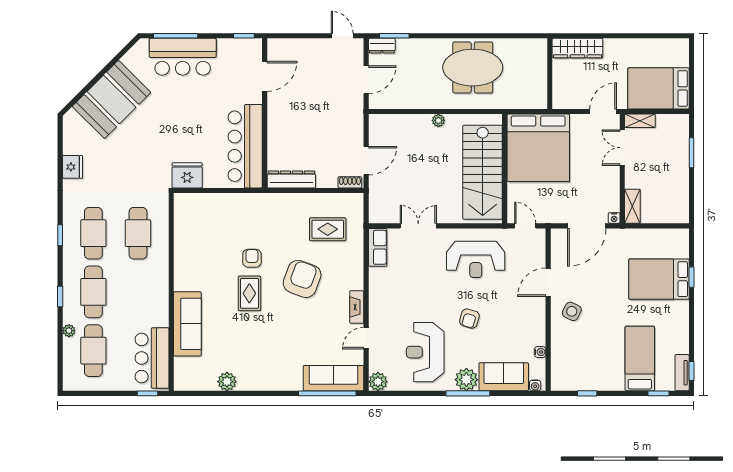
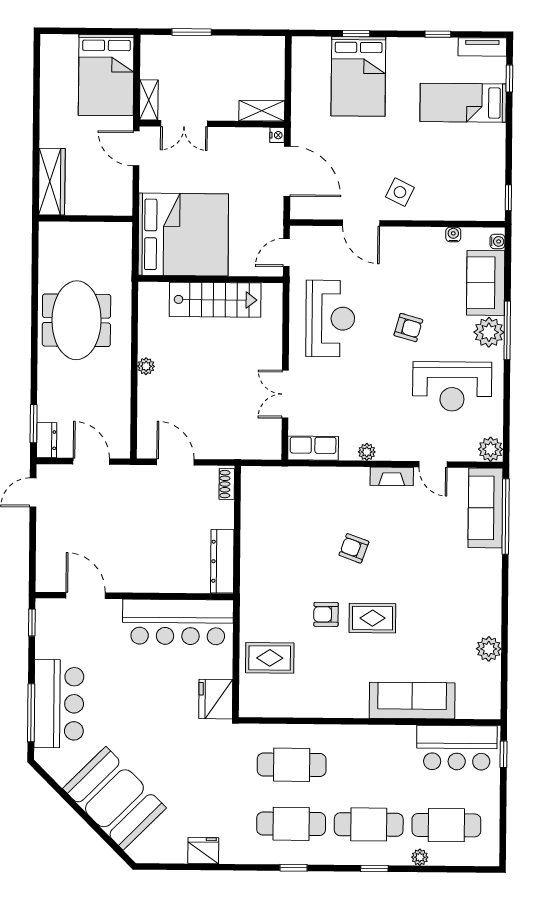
door: (366, 161) -> (175, 462), moved
stairs: (483, 172) -> (215, 300), width x0.73, depth x0.66
rug: (328, 229) -> (270, 658), moved, turned 90
armchair: (302, 279) -> (354, 548), width x0.53, depth x0.53
plant: (375, 288) -> (367, 452), added
window: (691, 371) -> (438, 34), moved
window: (587, 393) -> (508, 198), moved

